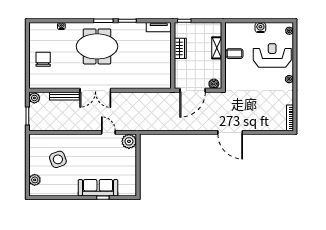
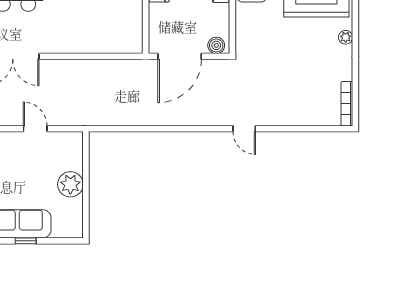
door: (230, 132) -> (244, 129), width x0.53
plant: (129, 141) -> (70, 184), moved

